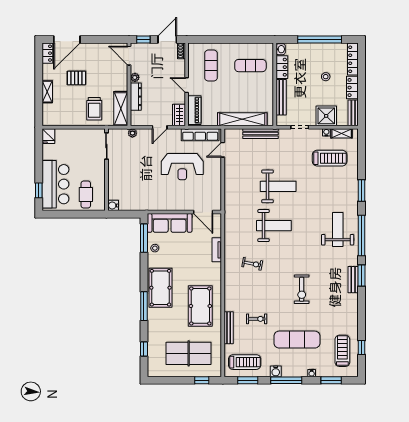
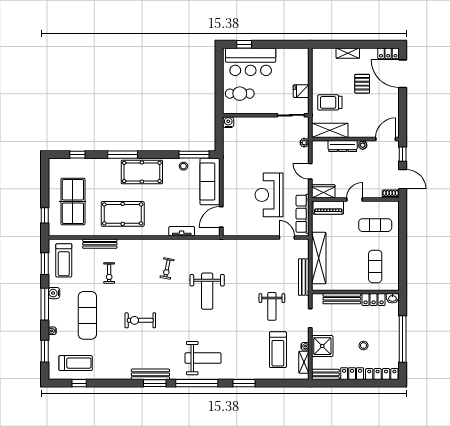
fridge: (48, 136) -> (301, 91), moved
weight bench: (278, 186) -> (272, 306), moved, width x0.73, depth x0.75
bench: (353, 280) -> (150, 374), width x1.36

